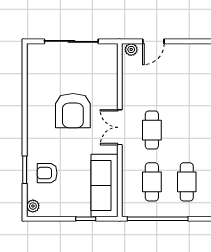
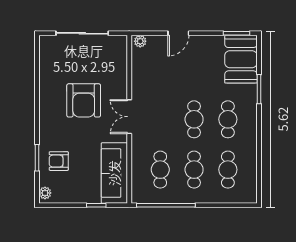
door: (153, 41) -> (178, 33), moved
cafe table: (152, 130) -> (194, 119), moved

